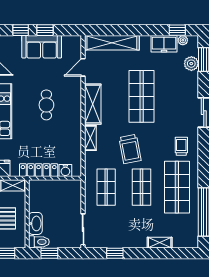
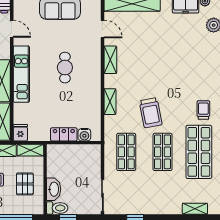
door: (83, 67) -> (102, 29), swing flipped
shop shelf: (142, 96) -> (163, 59), removed
shelving: (93, 104) -> (110, 60), width x0.67, depth x0.75
locker: (39, 170) -> (64, 134), width x0.66
shelving: (160, 243) -> (195, 209), moved

